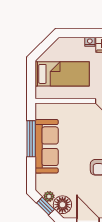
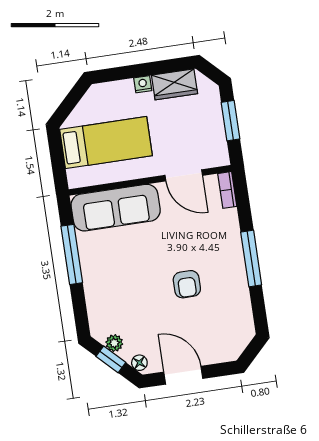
sofa: (47, 146) -> (116, 208), moved, turned 90
floor lamp: (62, 205) -> (139, 363), width x0.53, depth x0.53

